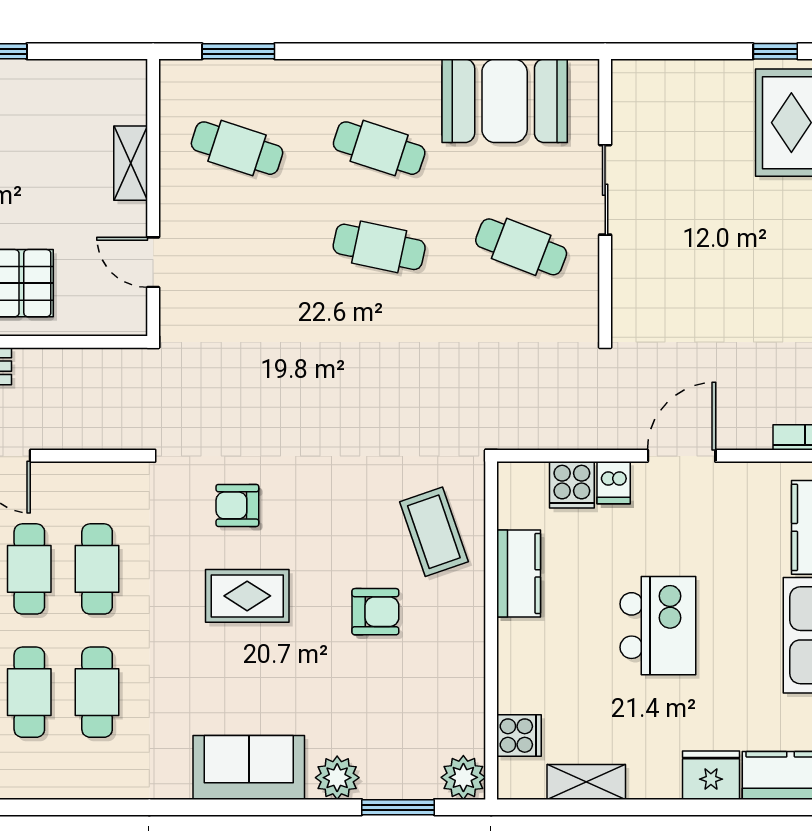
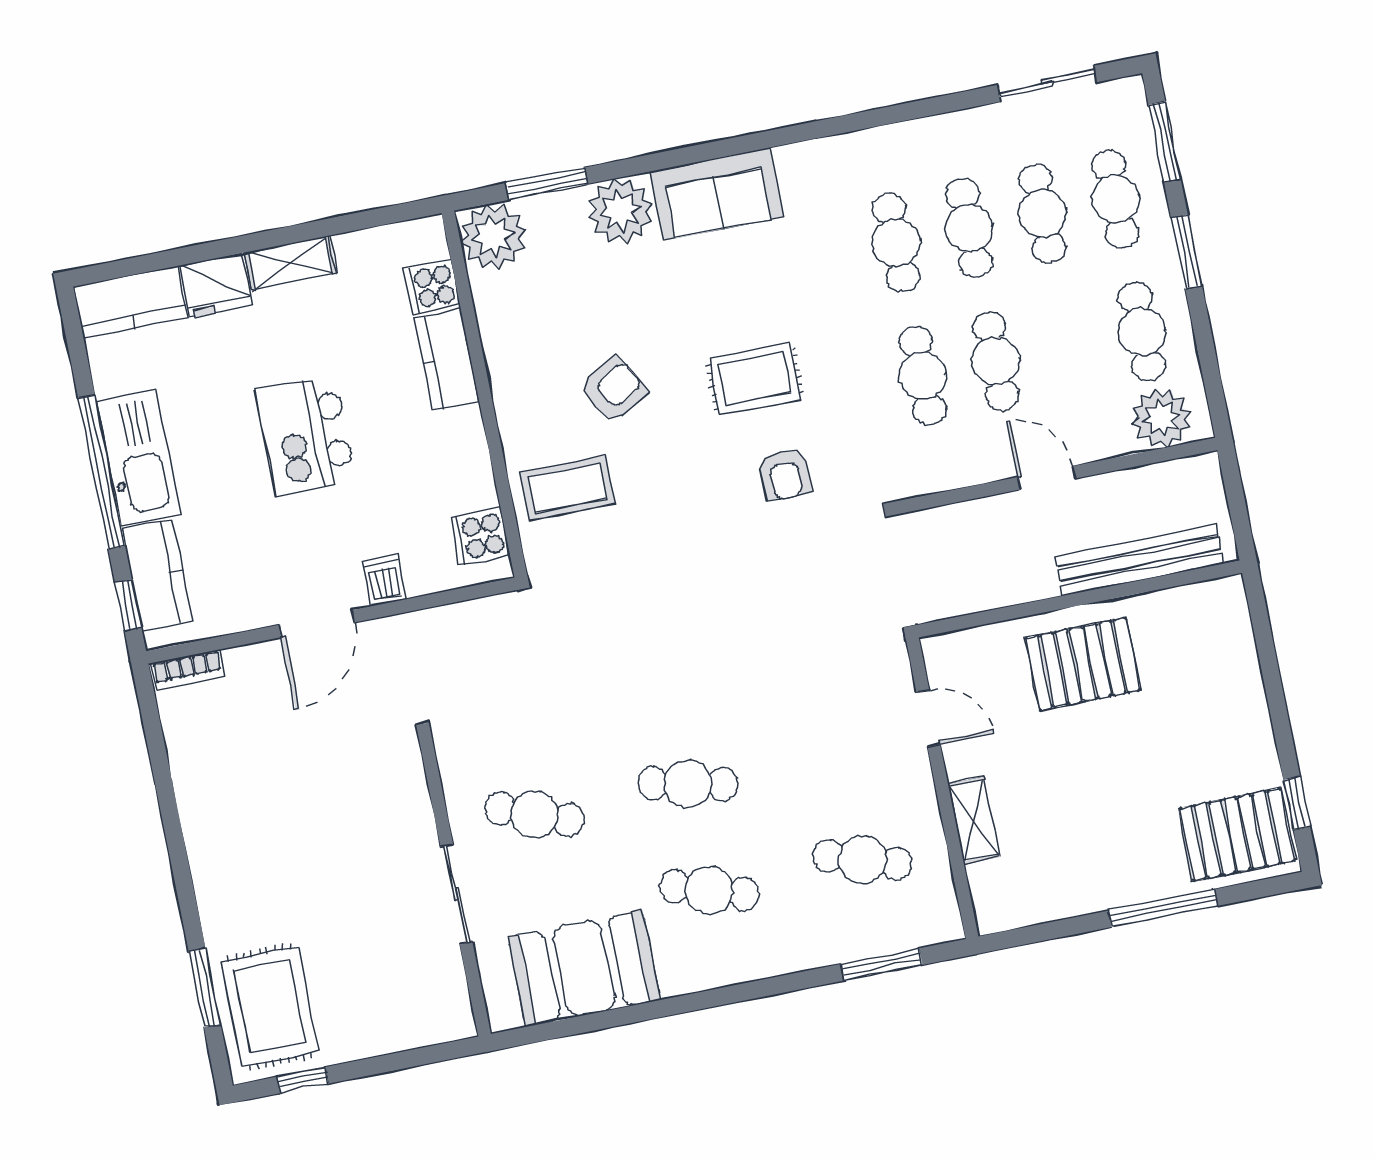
cooker: (572, 485) -> (480, 536), moved, turned -90
armchair: (237, 505) -> (785, 474), turned 90
coffee table: (434, 532) -> (567, 488), turned -71
kitchen counter: (519, 573) -> (447, 360), moved
armchair: (375, 612) -> (613, 389), turned 150
plant: (463, 777) -> (493, 237), width x1.36, depth x1.36
plant: (337, 778) -> (620, 211), width x1.36, depth x1.36
shelving: (586, 782) -> (291, 263), moved

